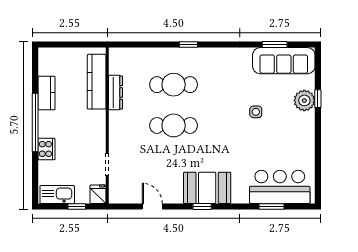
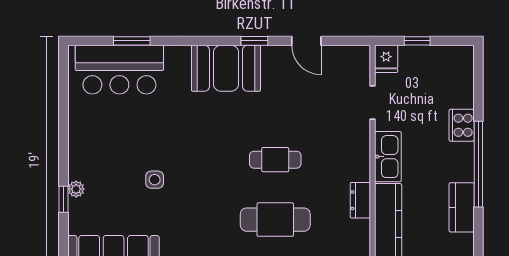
dresser: (116, 92) -> (360, 200), width x0.70
plant: (304, 100) -> (76, 189), width x0.53, depth x0.53
cafe table: (174, 125) -> (275, 160), width x0.73, depth x0.74
kitchen sink: (57, 195) -> (388, 157), moved, turned -90
window: (202, 206) -> (254, 41), moved

